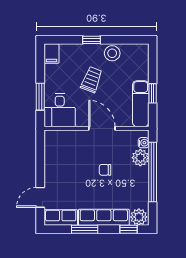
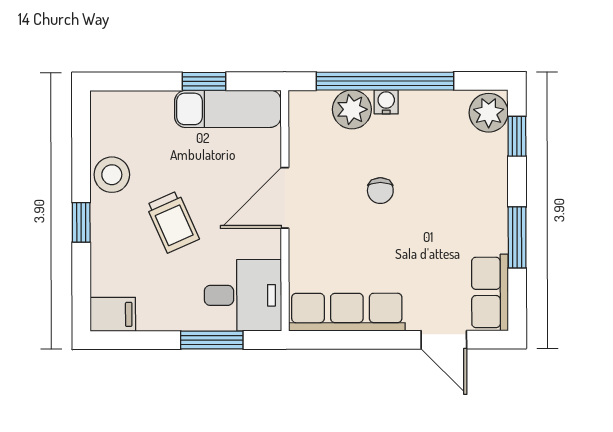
trolley: (92, 80) -> (173, 222), turned -135
water cooler: (144, 143) -> (386, 102), moved
row of seats: (104, 217) -> (347, 312), moved, turned 90

